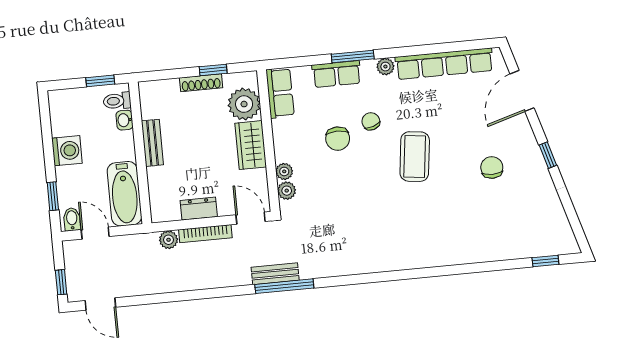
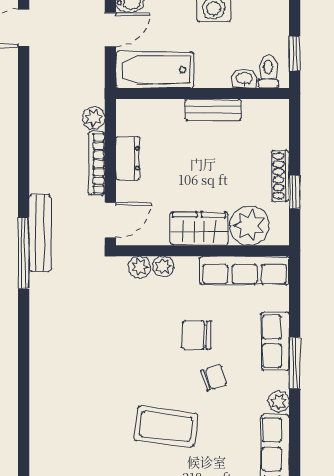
row of seats: (280, 93) -> (244, 271), width x1.48
bench: (275, 274) -> (40, 233), width x1.36

